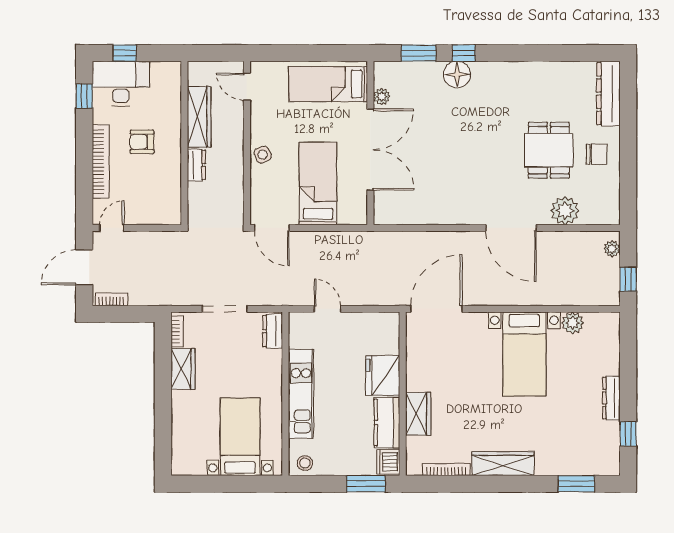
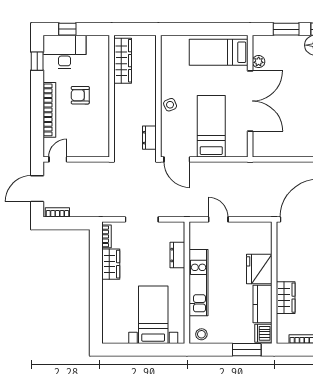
door: (247, 87) -> (158, 54), removed
wardrobe: (199, 117) -> (123, 61), moved
dresser: (196, 165) -> (149, 138), moved, turned 180
dresser: (273, 331) -> (177, 255), moved

